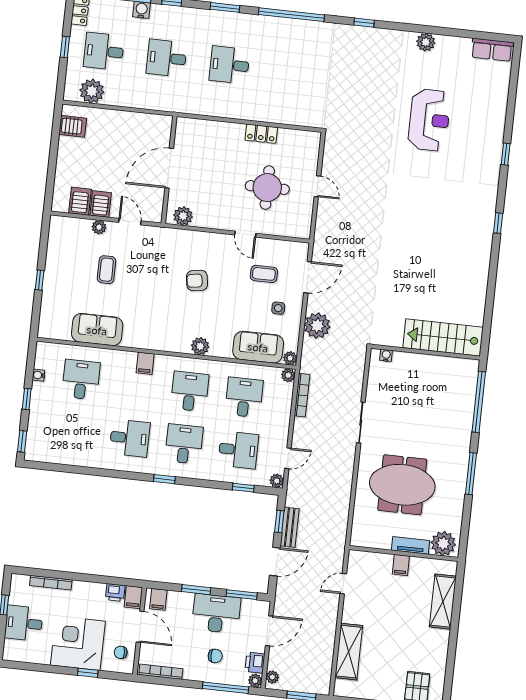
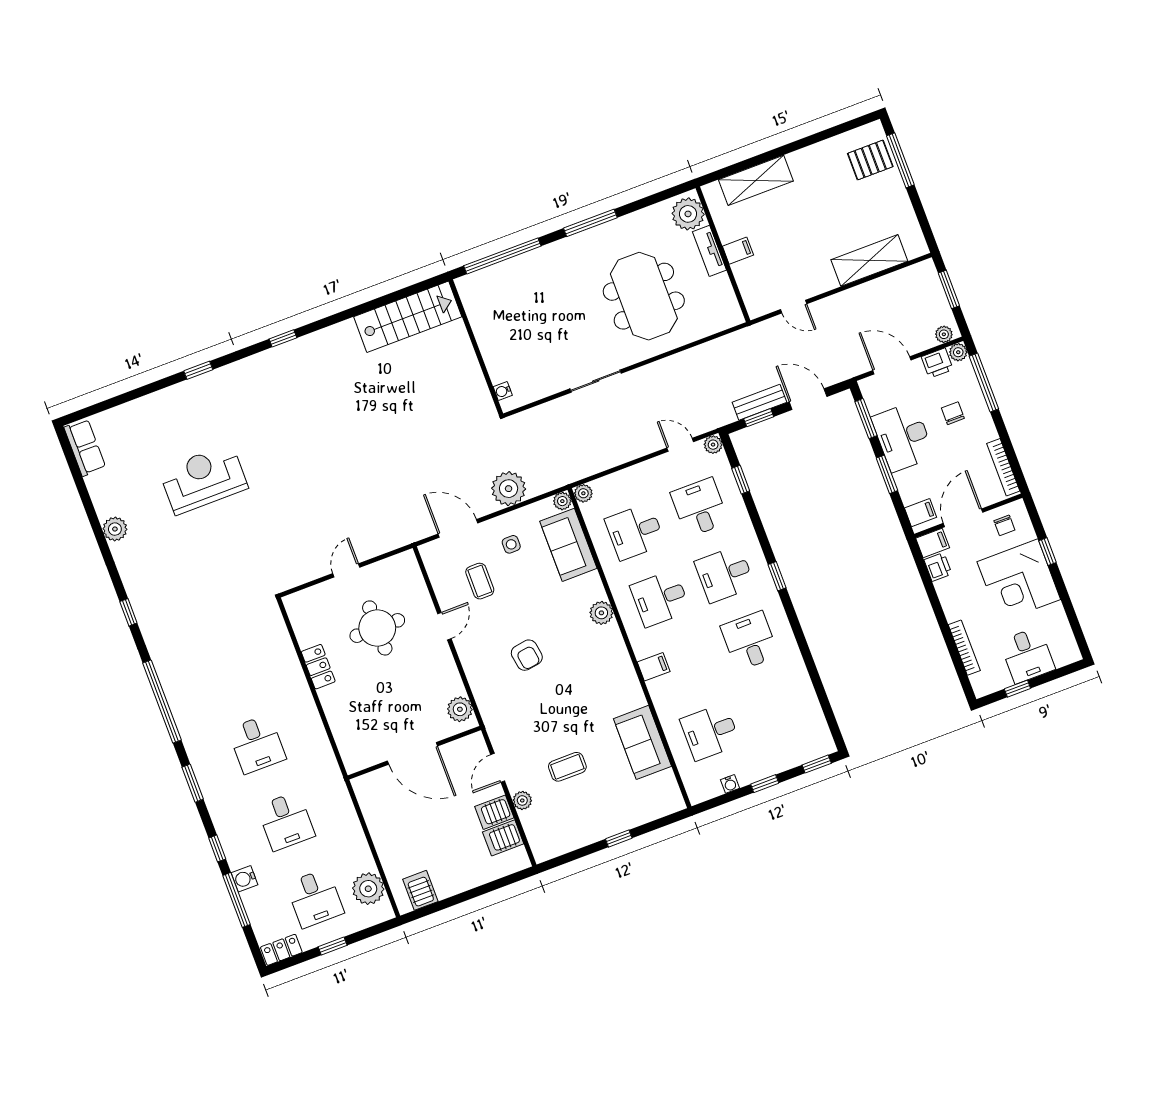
stairs: (443, 338) -> (408, 317), moved, turned -90
bookcase: (302, 395) -> (598, 466), removed

